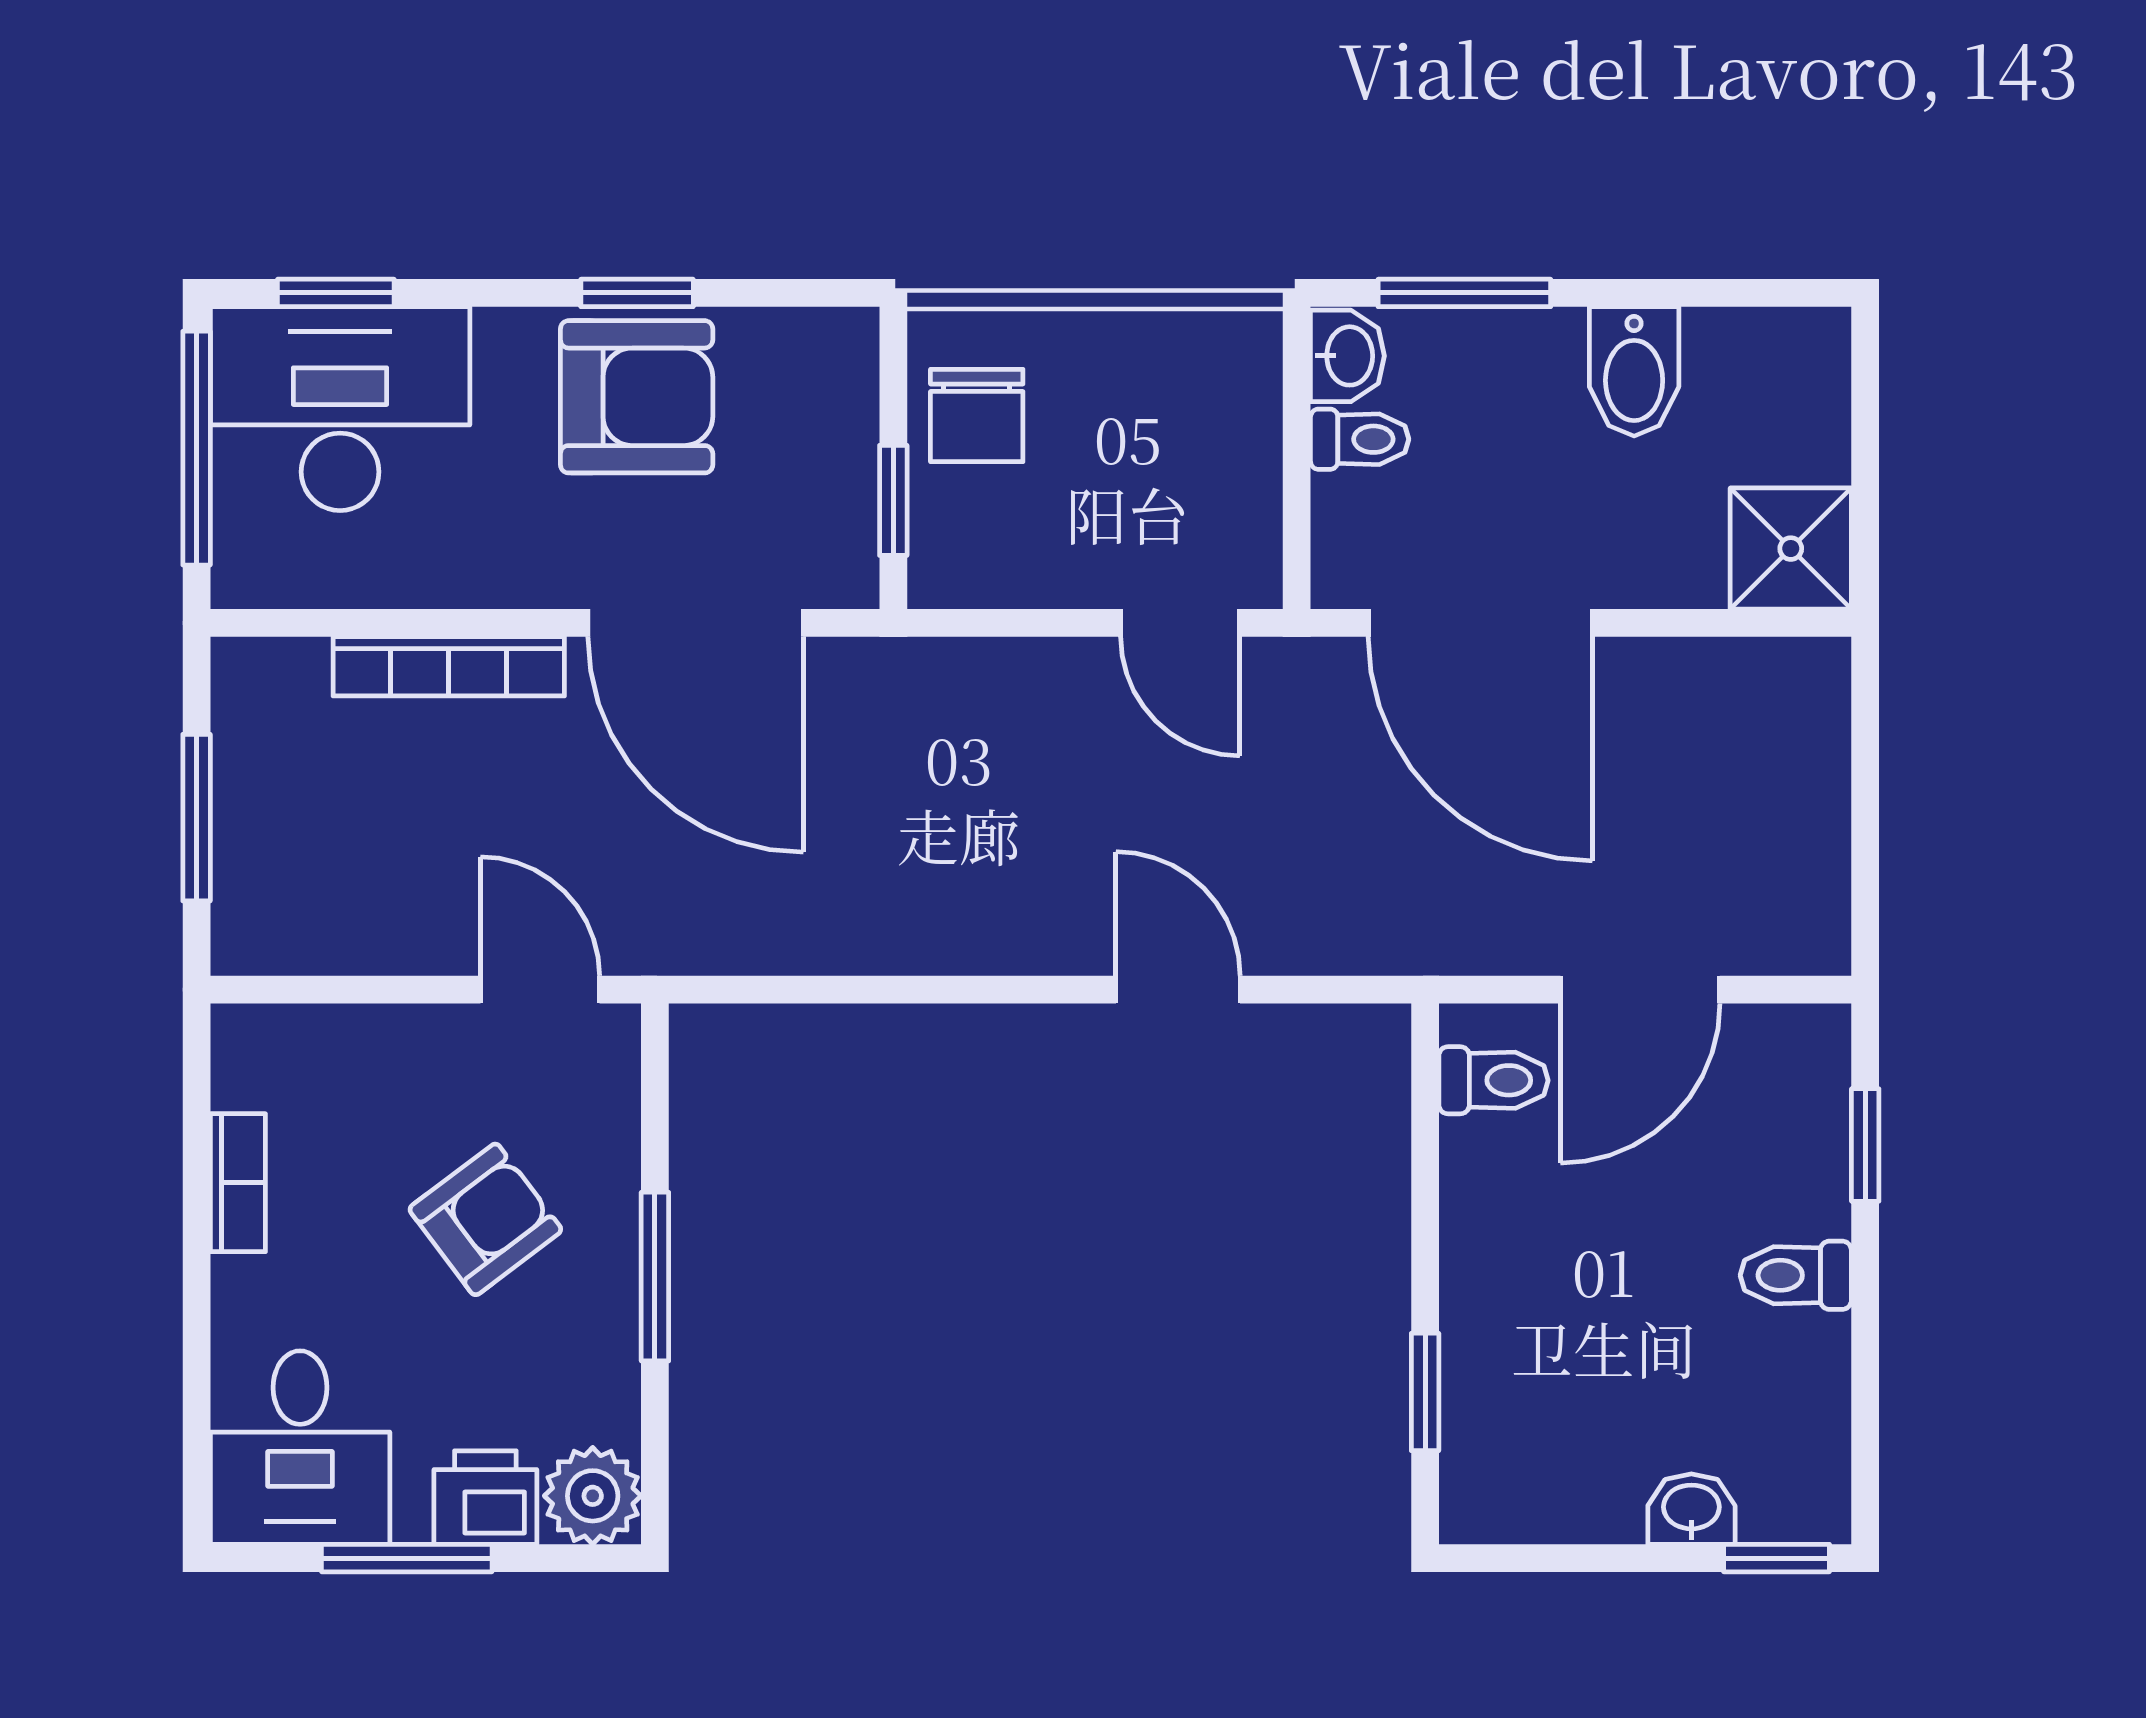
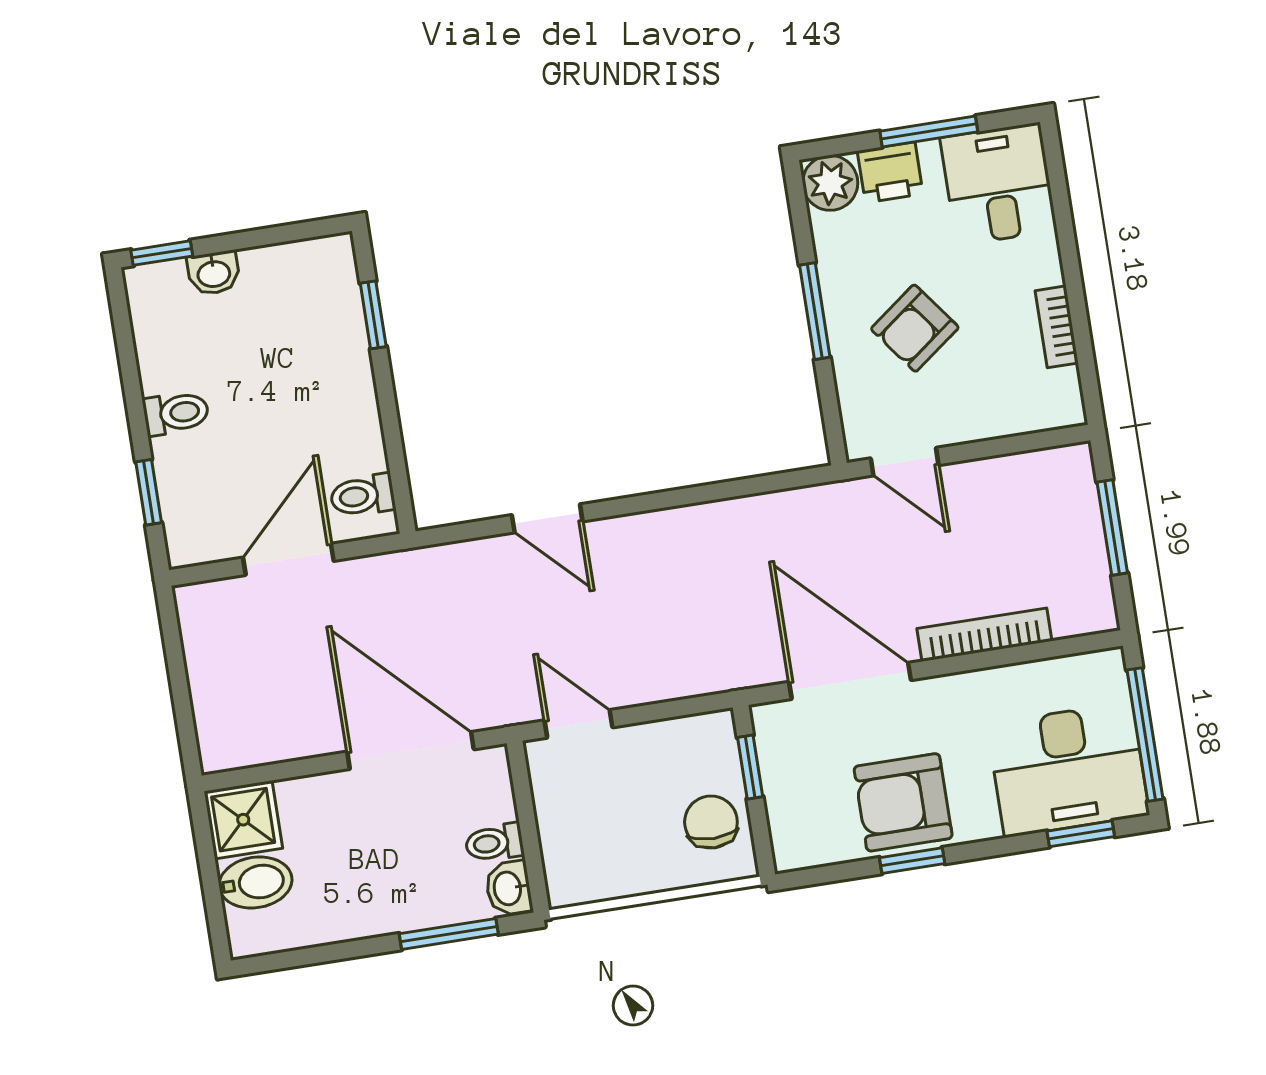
bidet: (1634, 371) -> (255, 882), moved, turned 90

